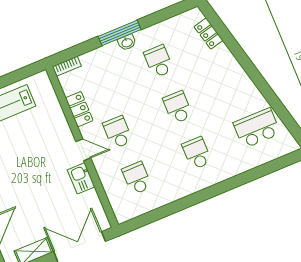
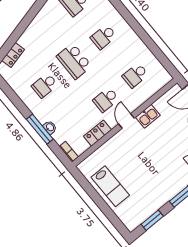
window: (120, 33) -> (40, 129), moved
washbasin: (127, 42) -> (50, 127), moved
school desk: (178, 107) -> (74, 61), width x1.85

